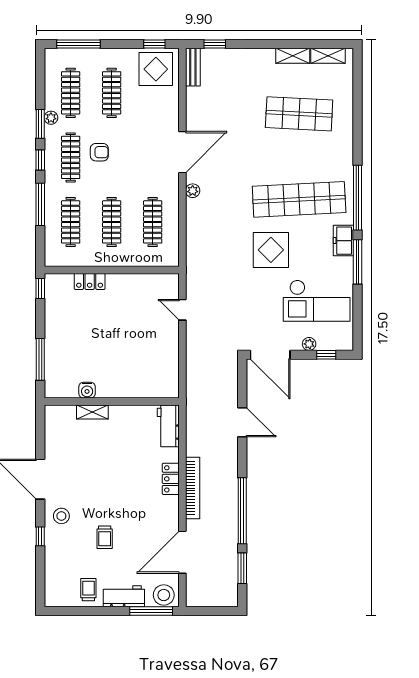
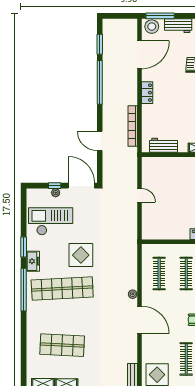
door: (182, 152) -> (139, 320), swing flipped
window: (357, 262) -> (24, 247), width x0.69
door: (182, 310) -> (139, 195), moved
window: (326, 355) -> (55, 186), moved
workbench: (168, 426) -> (163, 145), moved, turned -90
locker: (171, 479) -> (147, 93), moved
bookcase: (193, 488) -> (133, 126), moved

